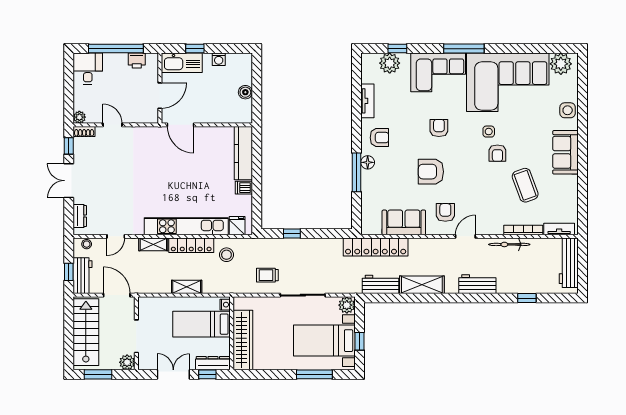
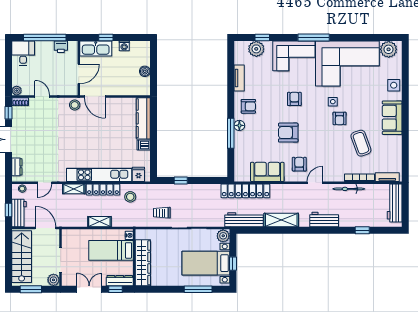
stool: (155, 136) -> (75, 105), added
workbench: (381, 284) -> (244, 220), width x1.38

